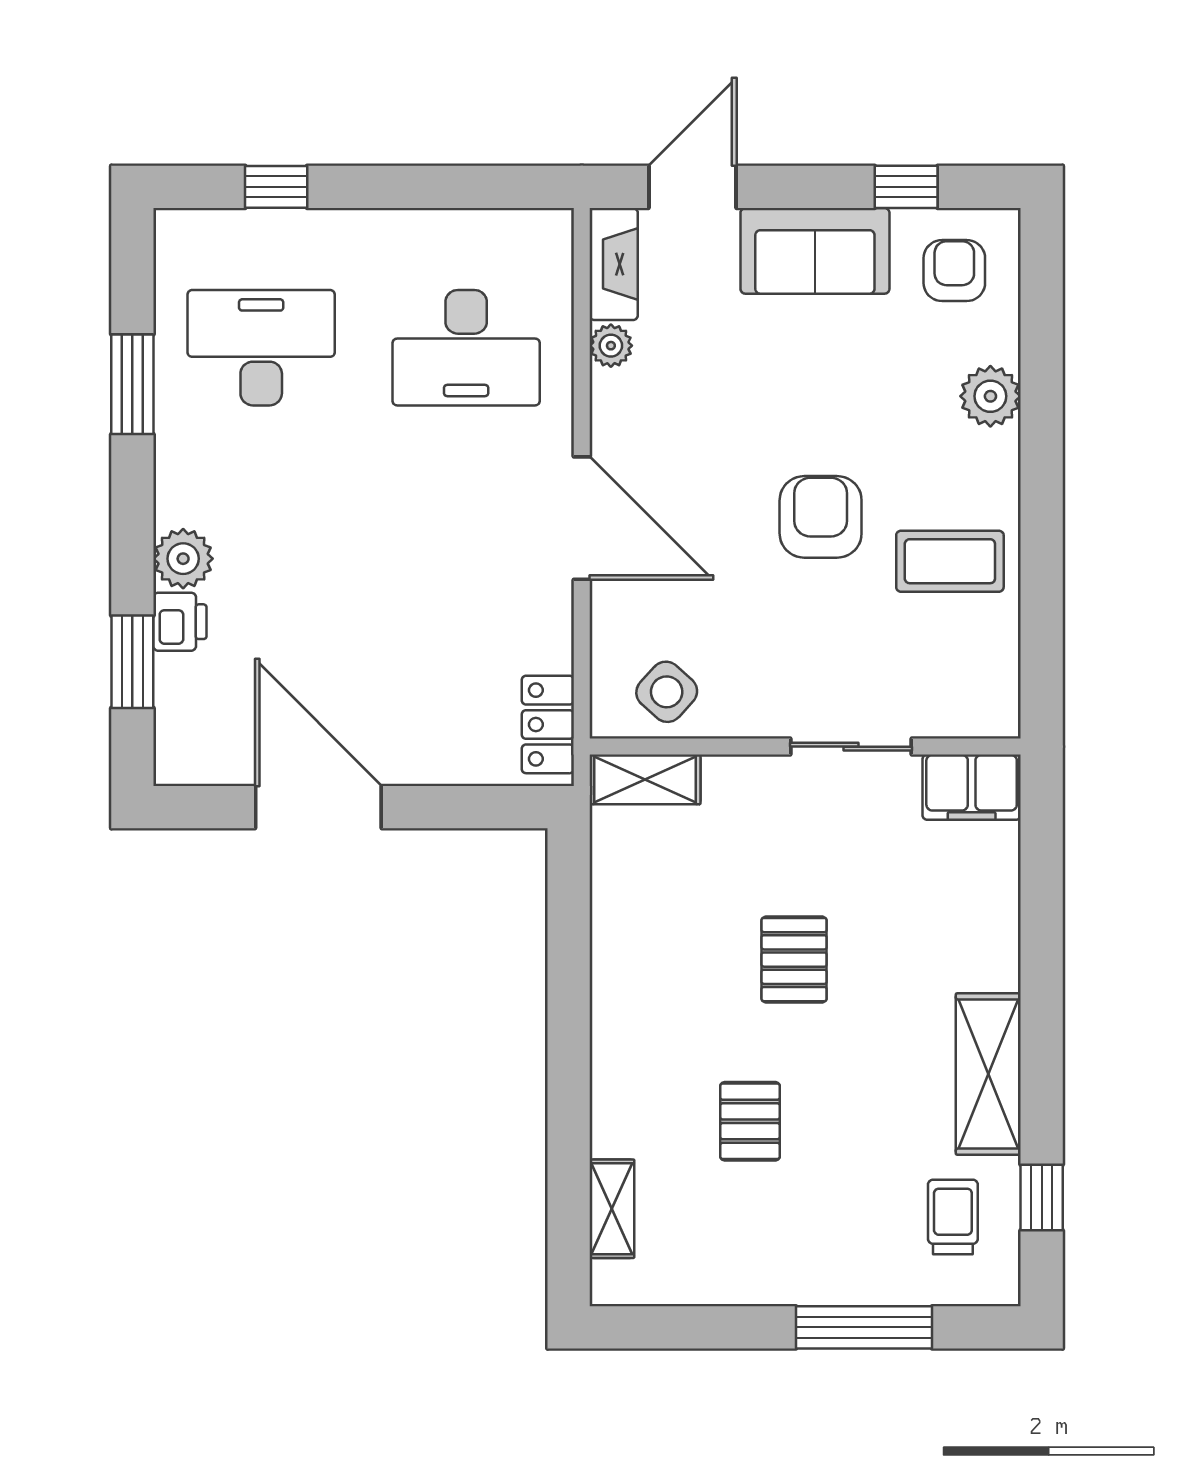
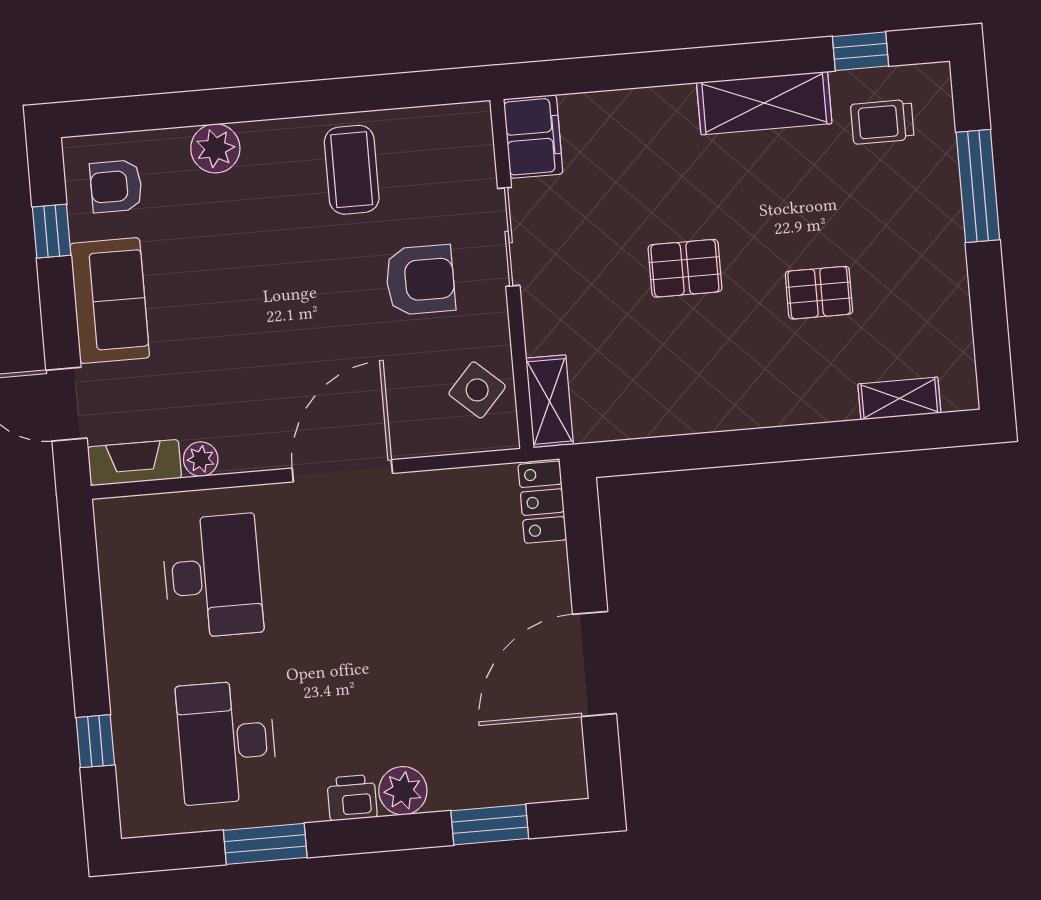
armchair: (821, 517) -> (420, 280), moved, turned 180
printer: (180, 622) -> (352, 798), moved
locker: (548, 724) -> (542, 502), moved, turned 90

